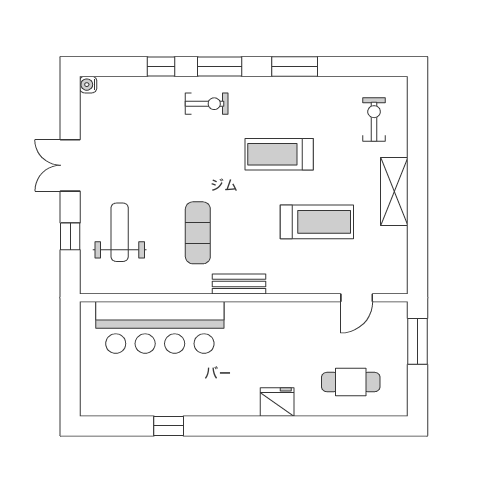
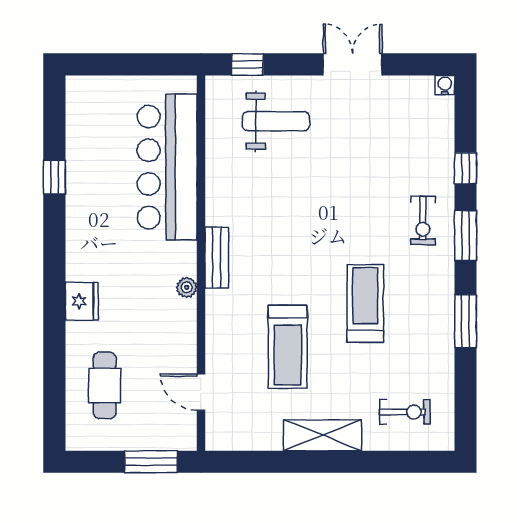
exercise mat: (198, 233) -> (275, 211), removed
window: (70, 236) -> (247, 64), moved
plant: (265, 310) -> (187, 287), added

